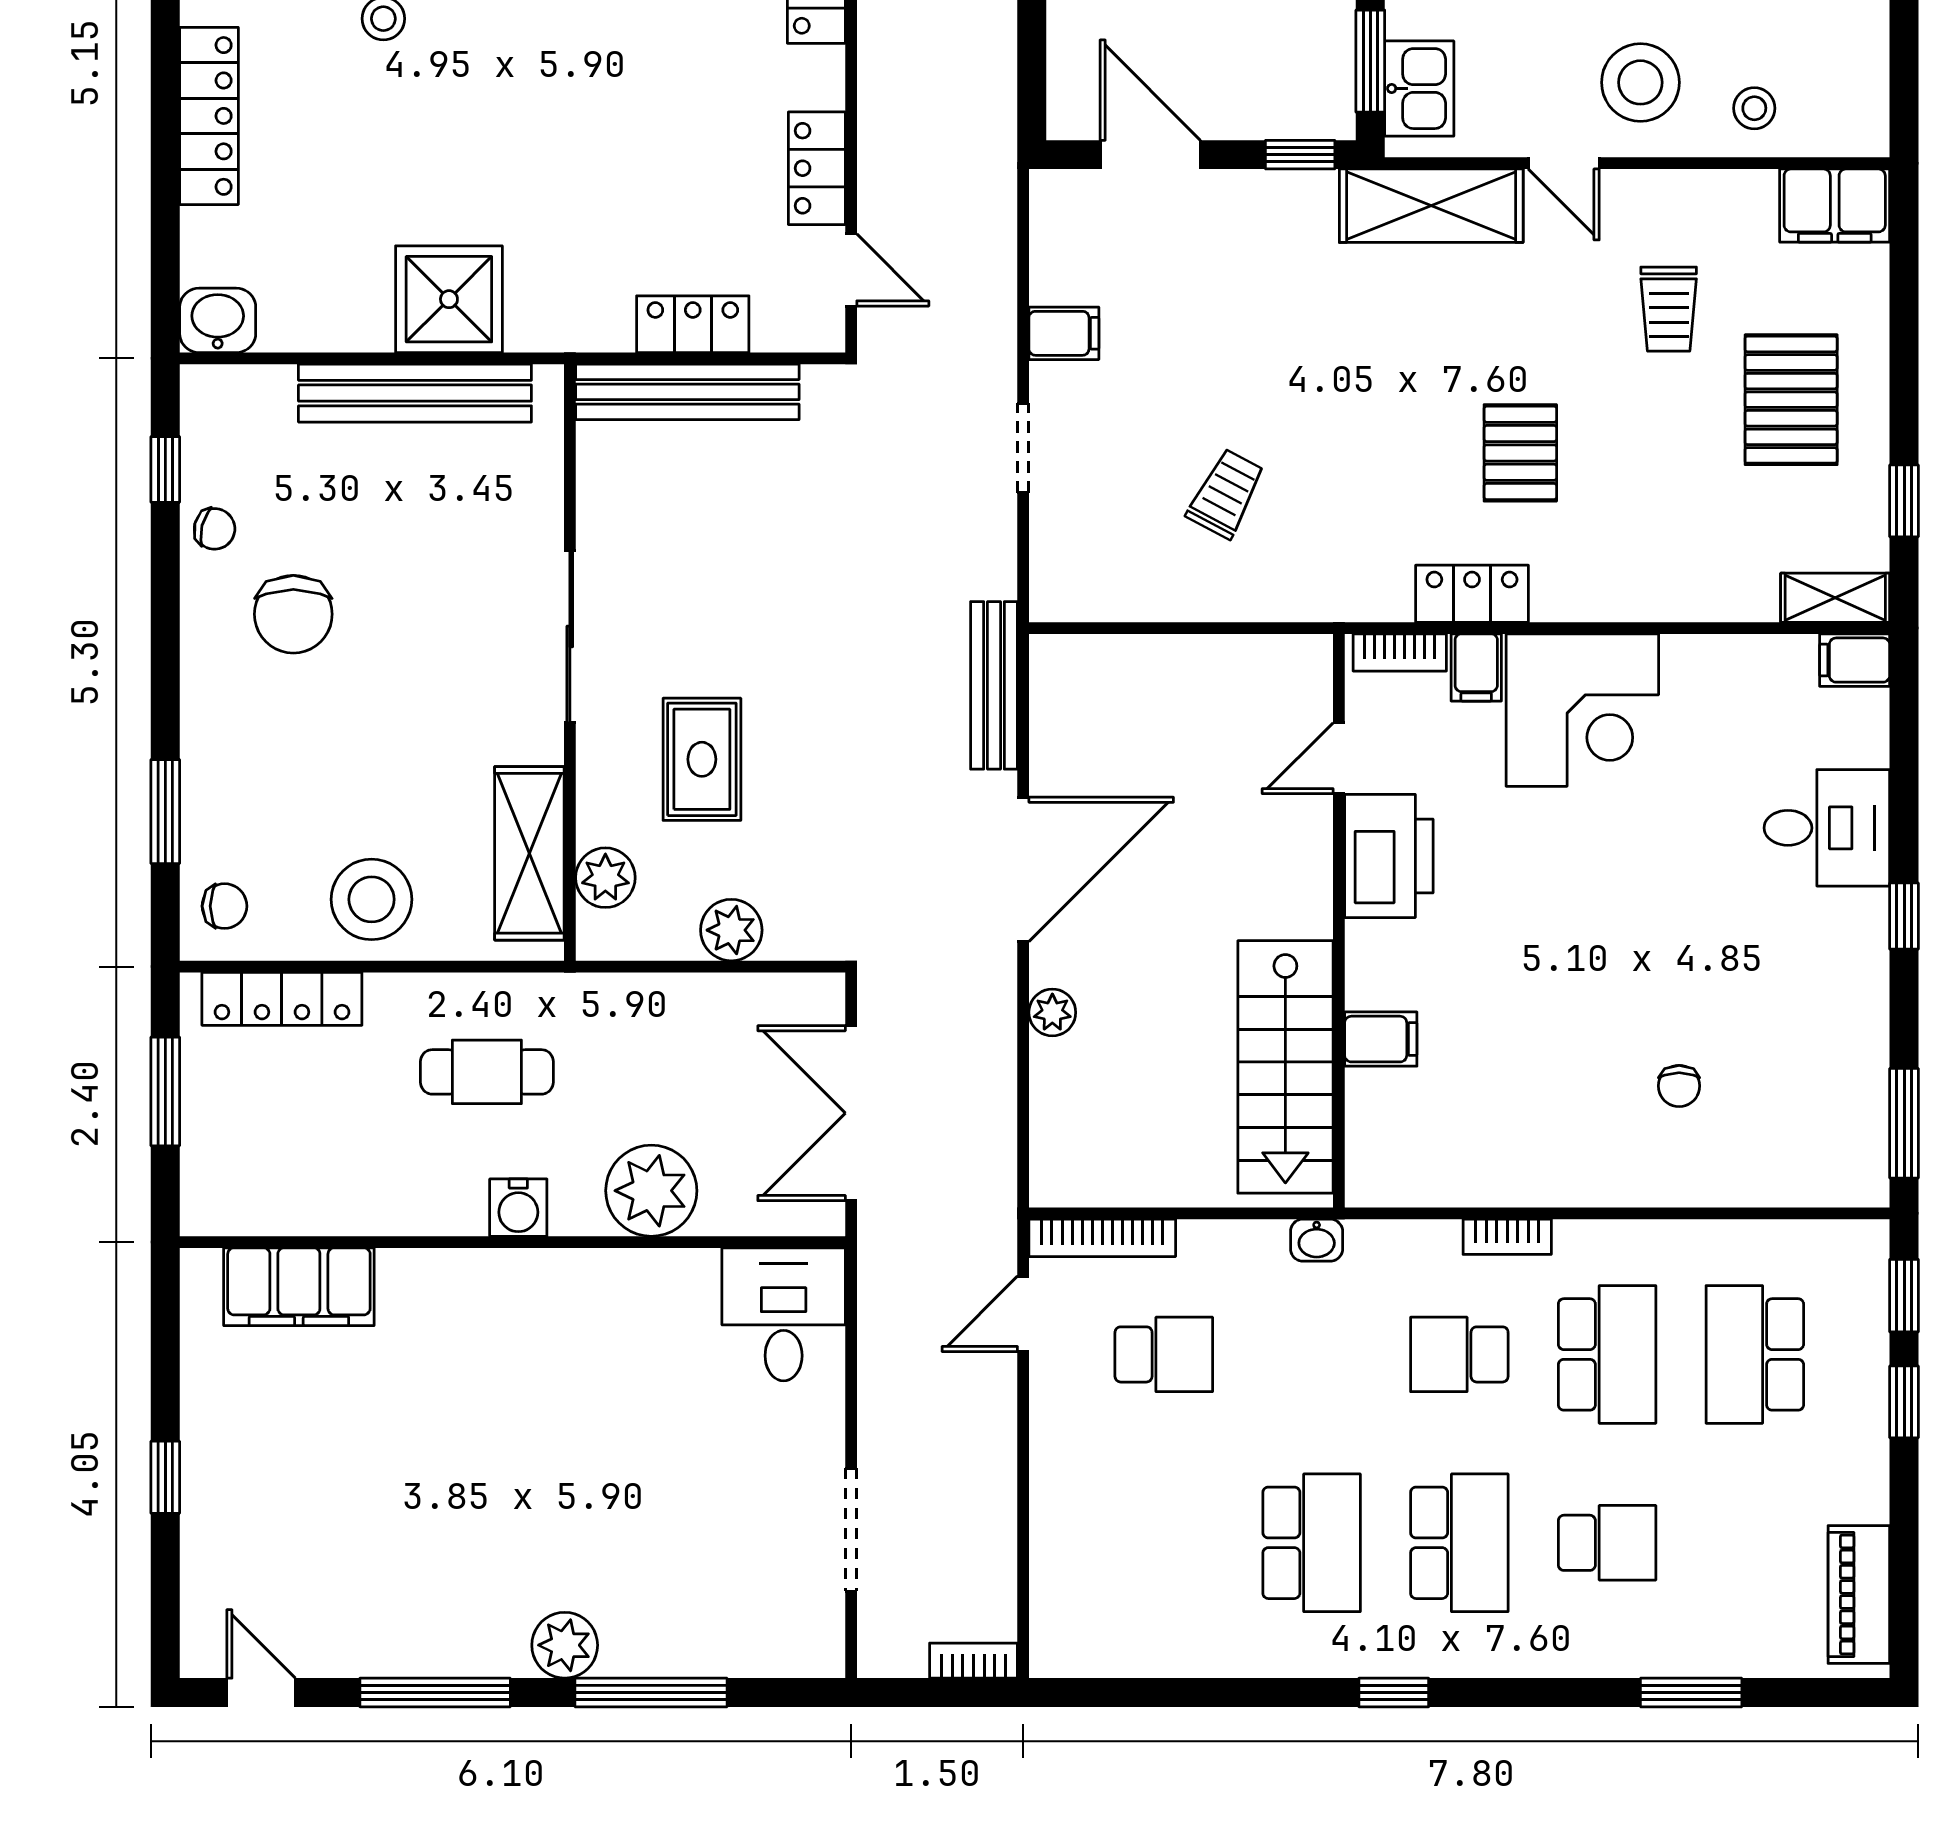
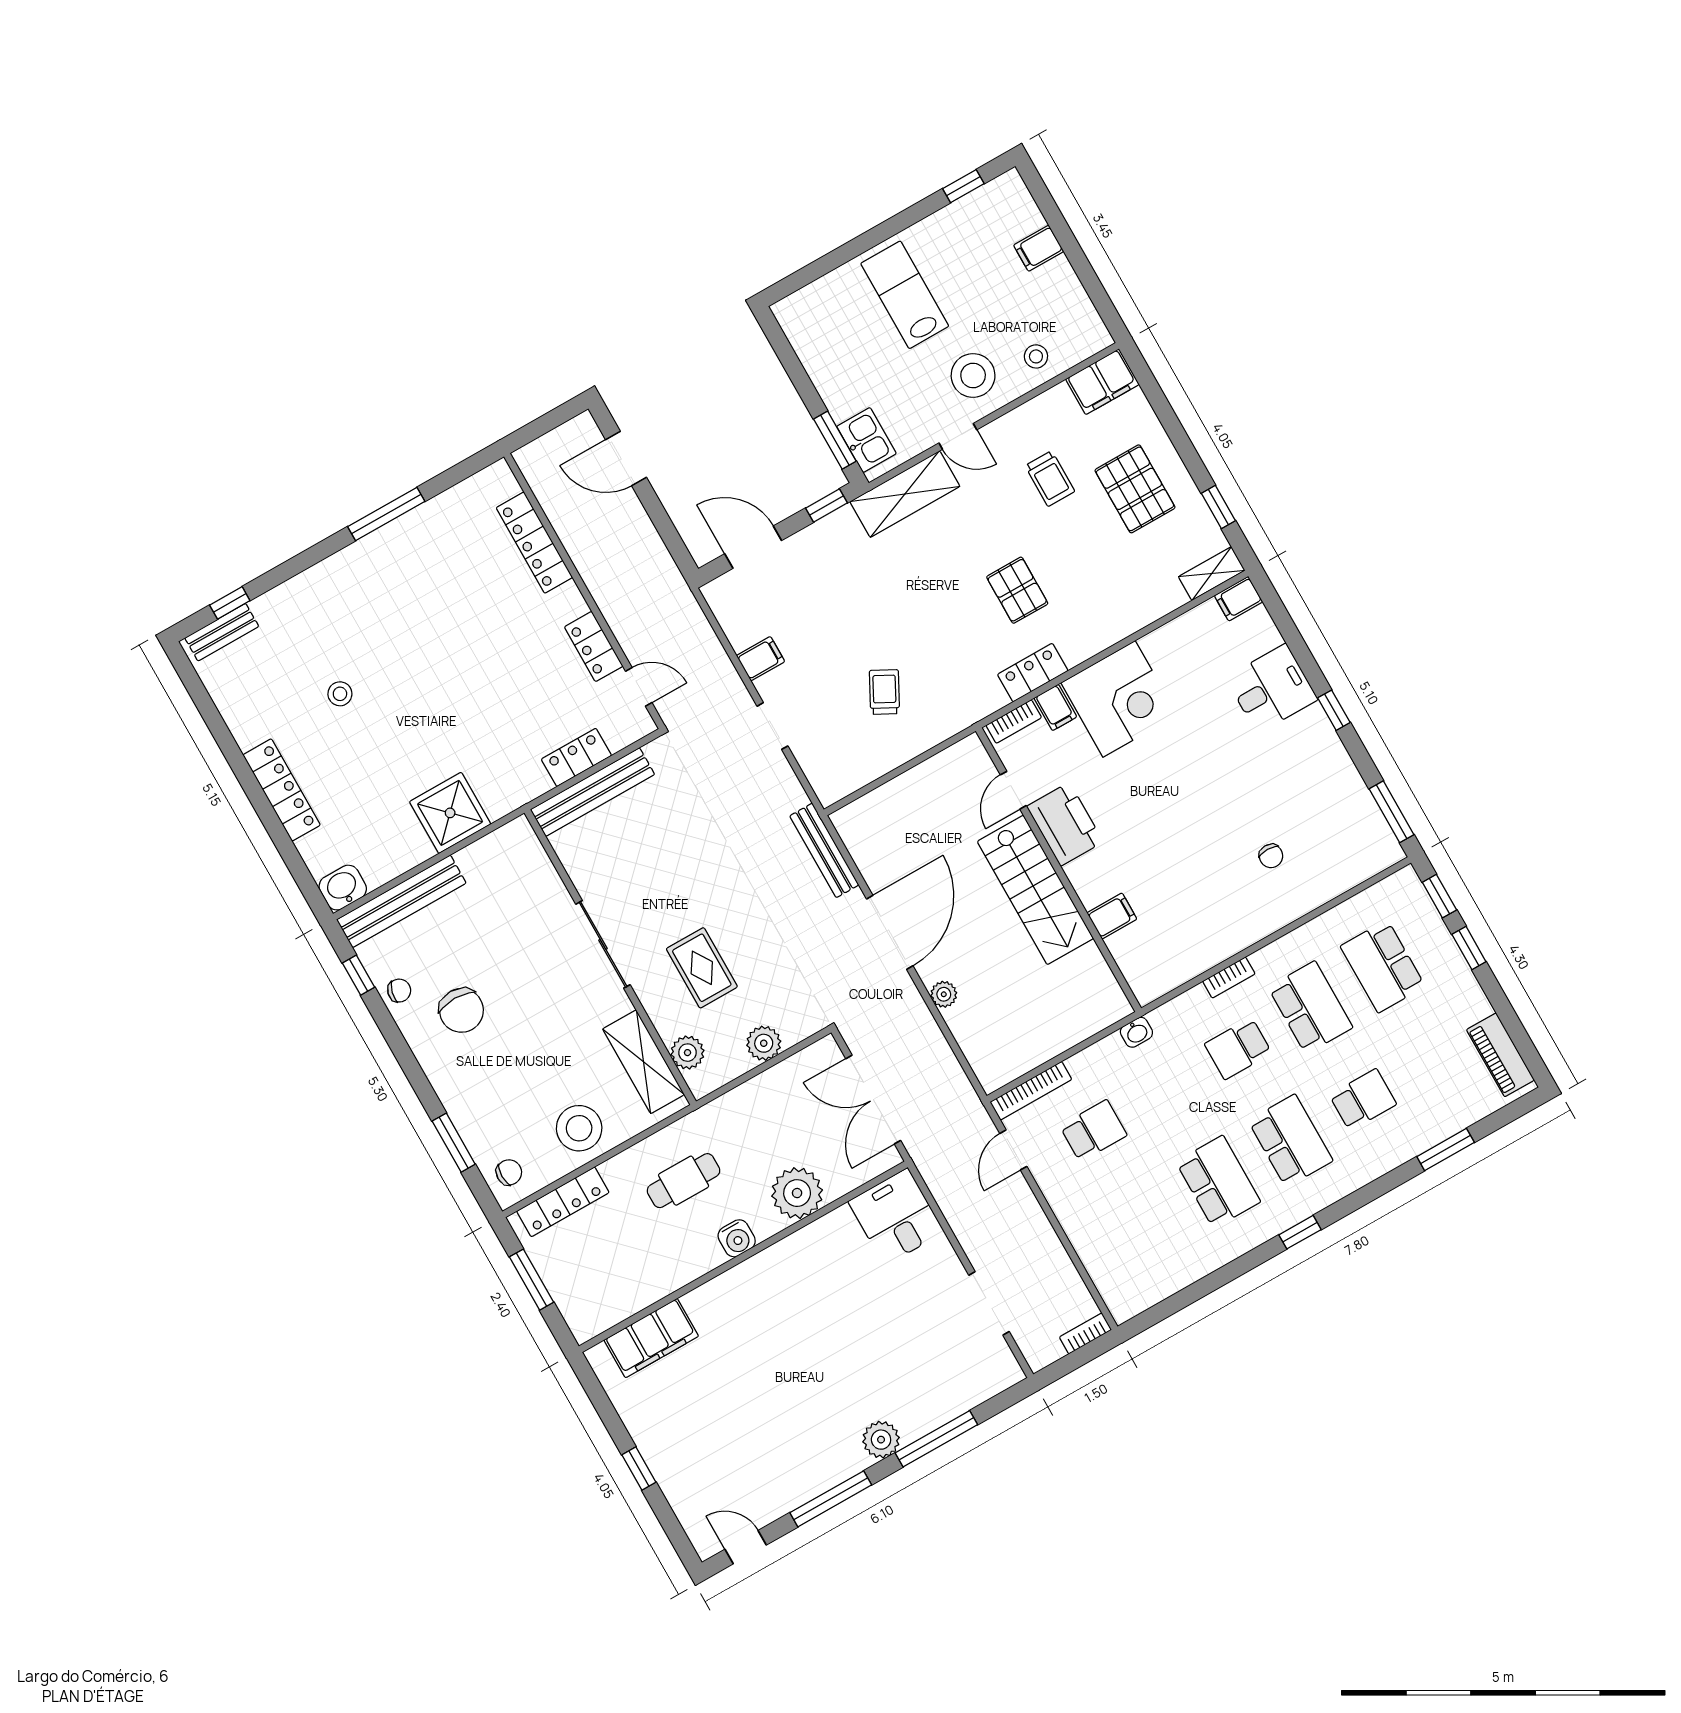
bench: (415, 393) -> (401, 901), moved
stairs: (1285, 1067) -> (1035, 890), moved

